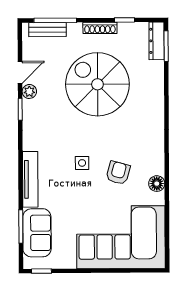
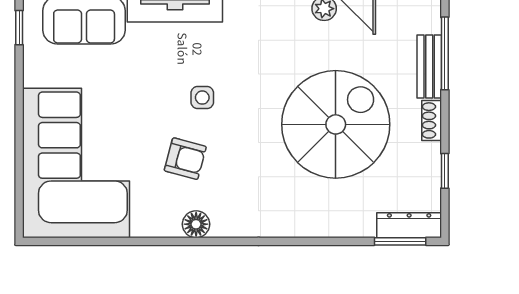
shoe rack: (100, 28) -> (432, 120), width x0.70
bench: (48, 30) -> (429, 66), moved
floor lamp: (157, 184) -> (196, 224), moved

